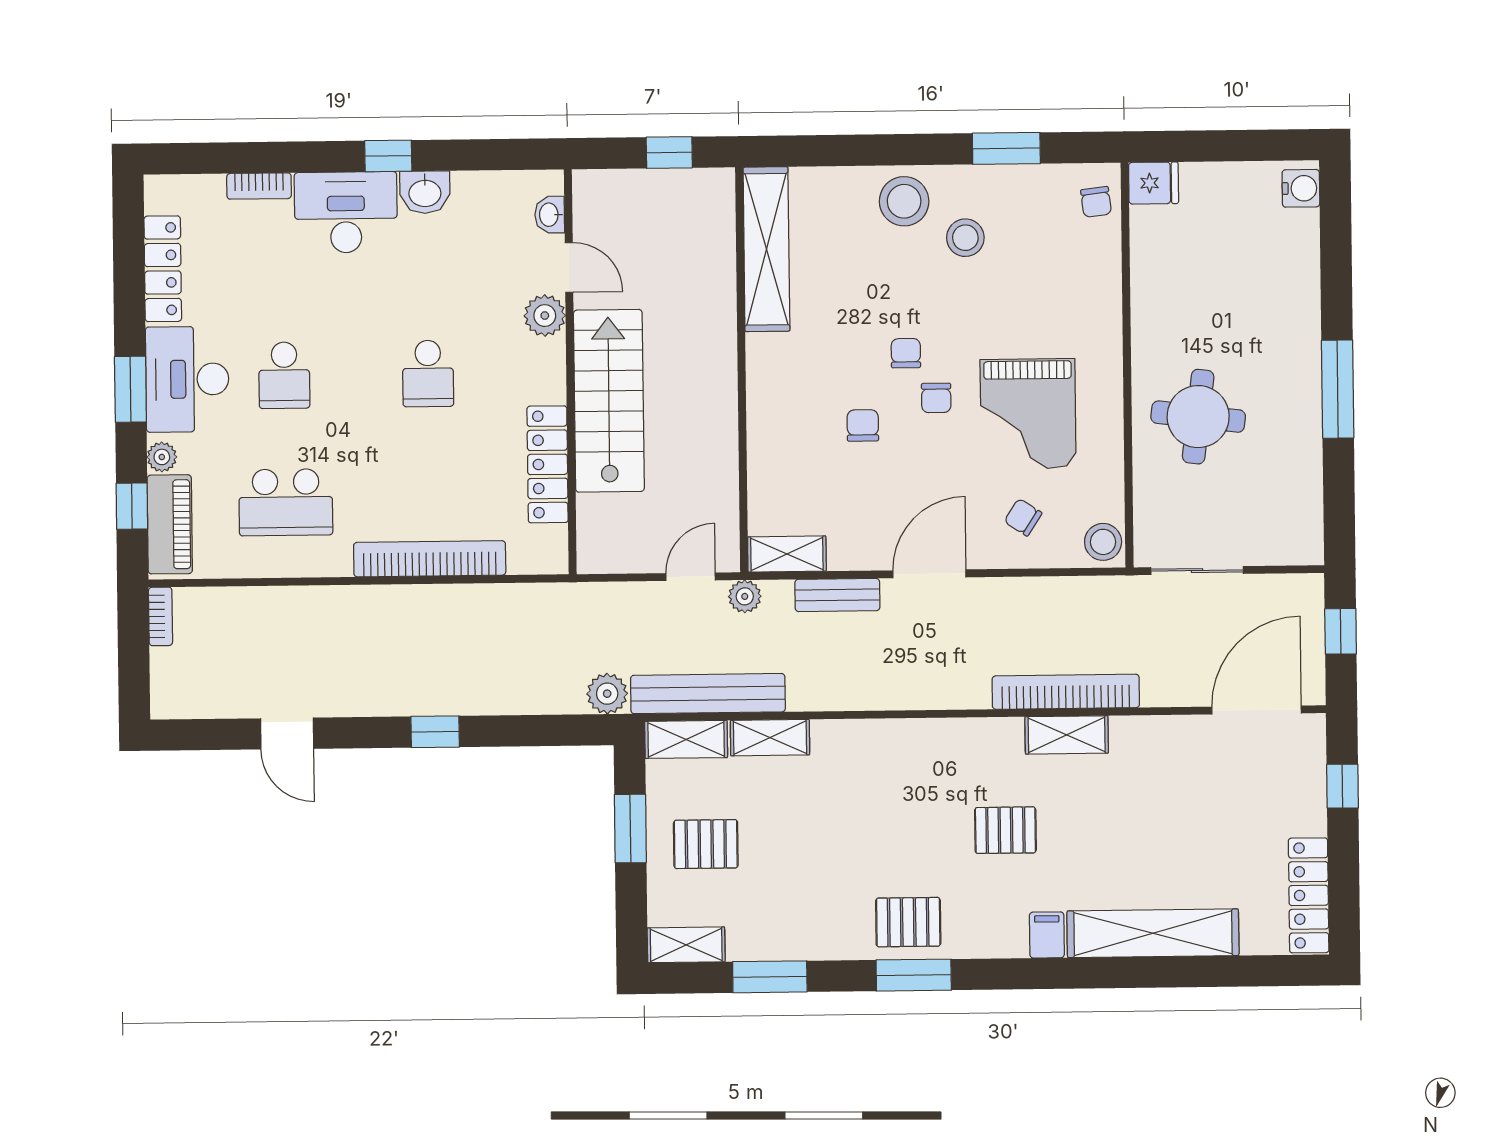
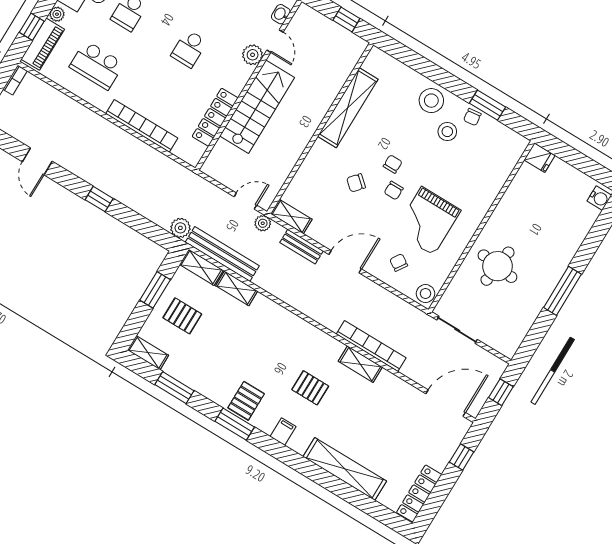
chair: (1096, 202) -> (472, 117), moved
shelving: (766, 249) -> (348, 108), moved
chair: (863, 425) -> (356, 183), turned -139
pallet: (908, 922) -> (246, 401), turned 90
filing cabinet: (1047, 935) -> (283, 432), moved

